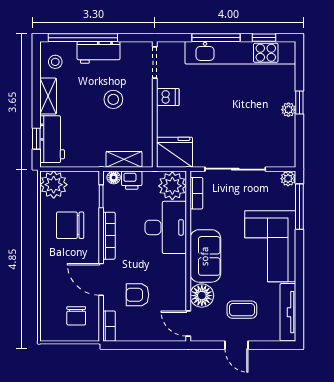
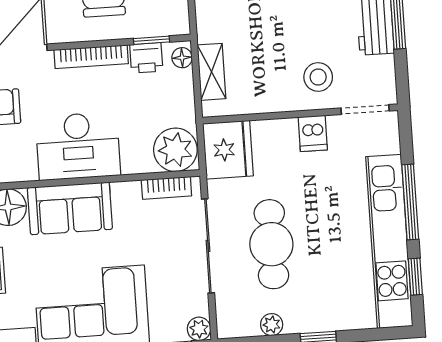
stool: (113, 99) -> (318, 77), moved
plant: (288, 110) -> (272, 325), moved
cafe table: (237, 128) -> (271, 244), added
printer: (132, 180) -> (146, 58), moved, turned -90
desk: (166, 227) -> (78, 146), moved

